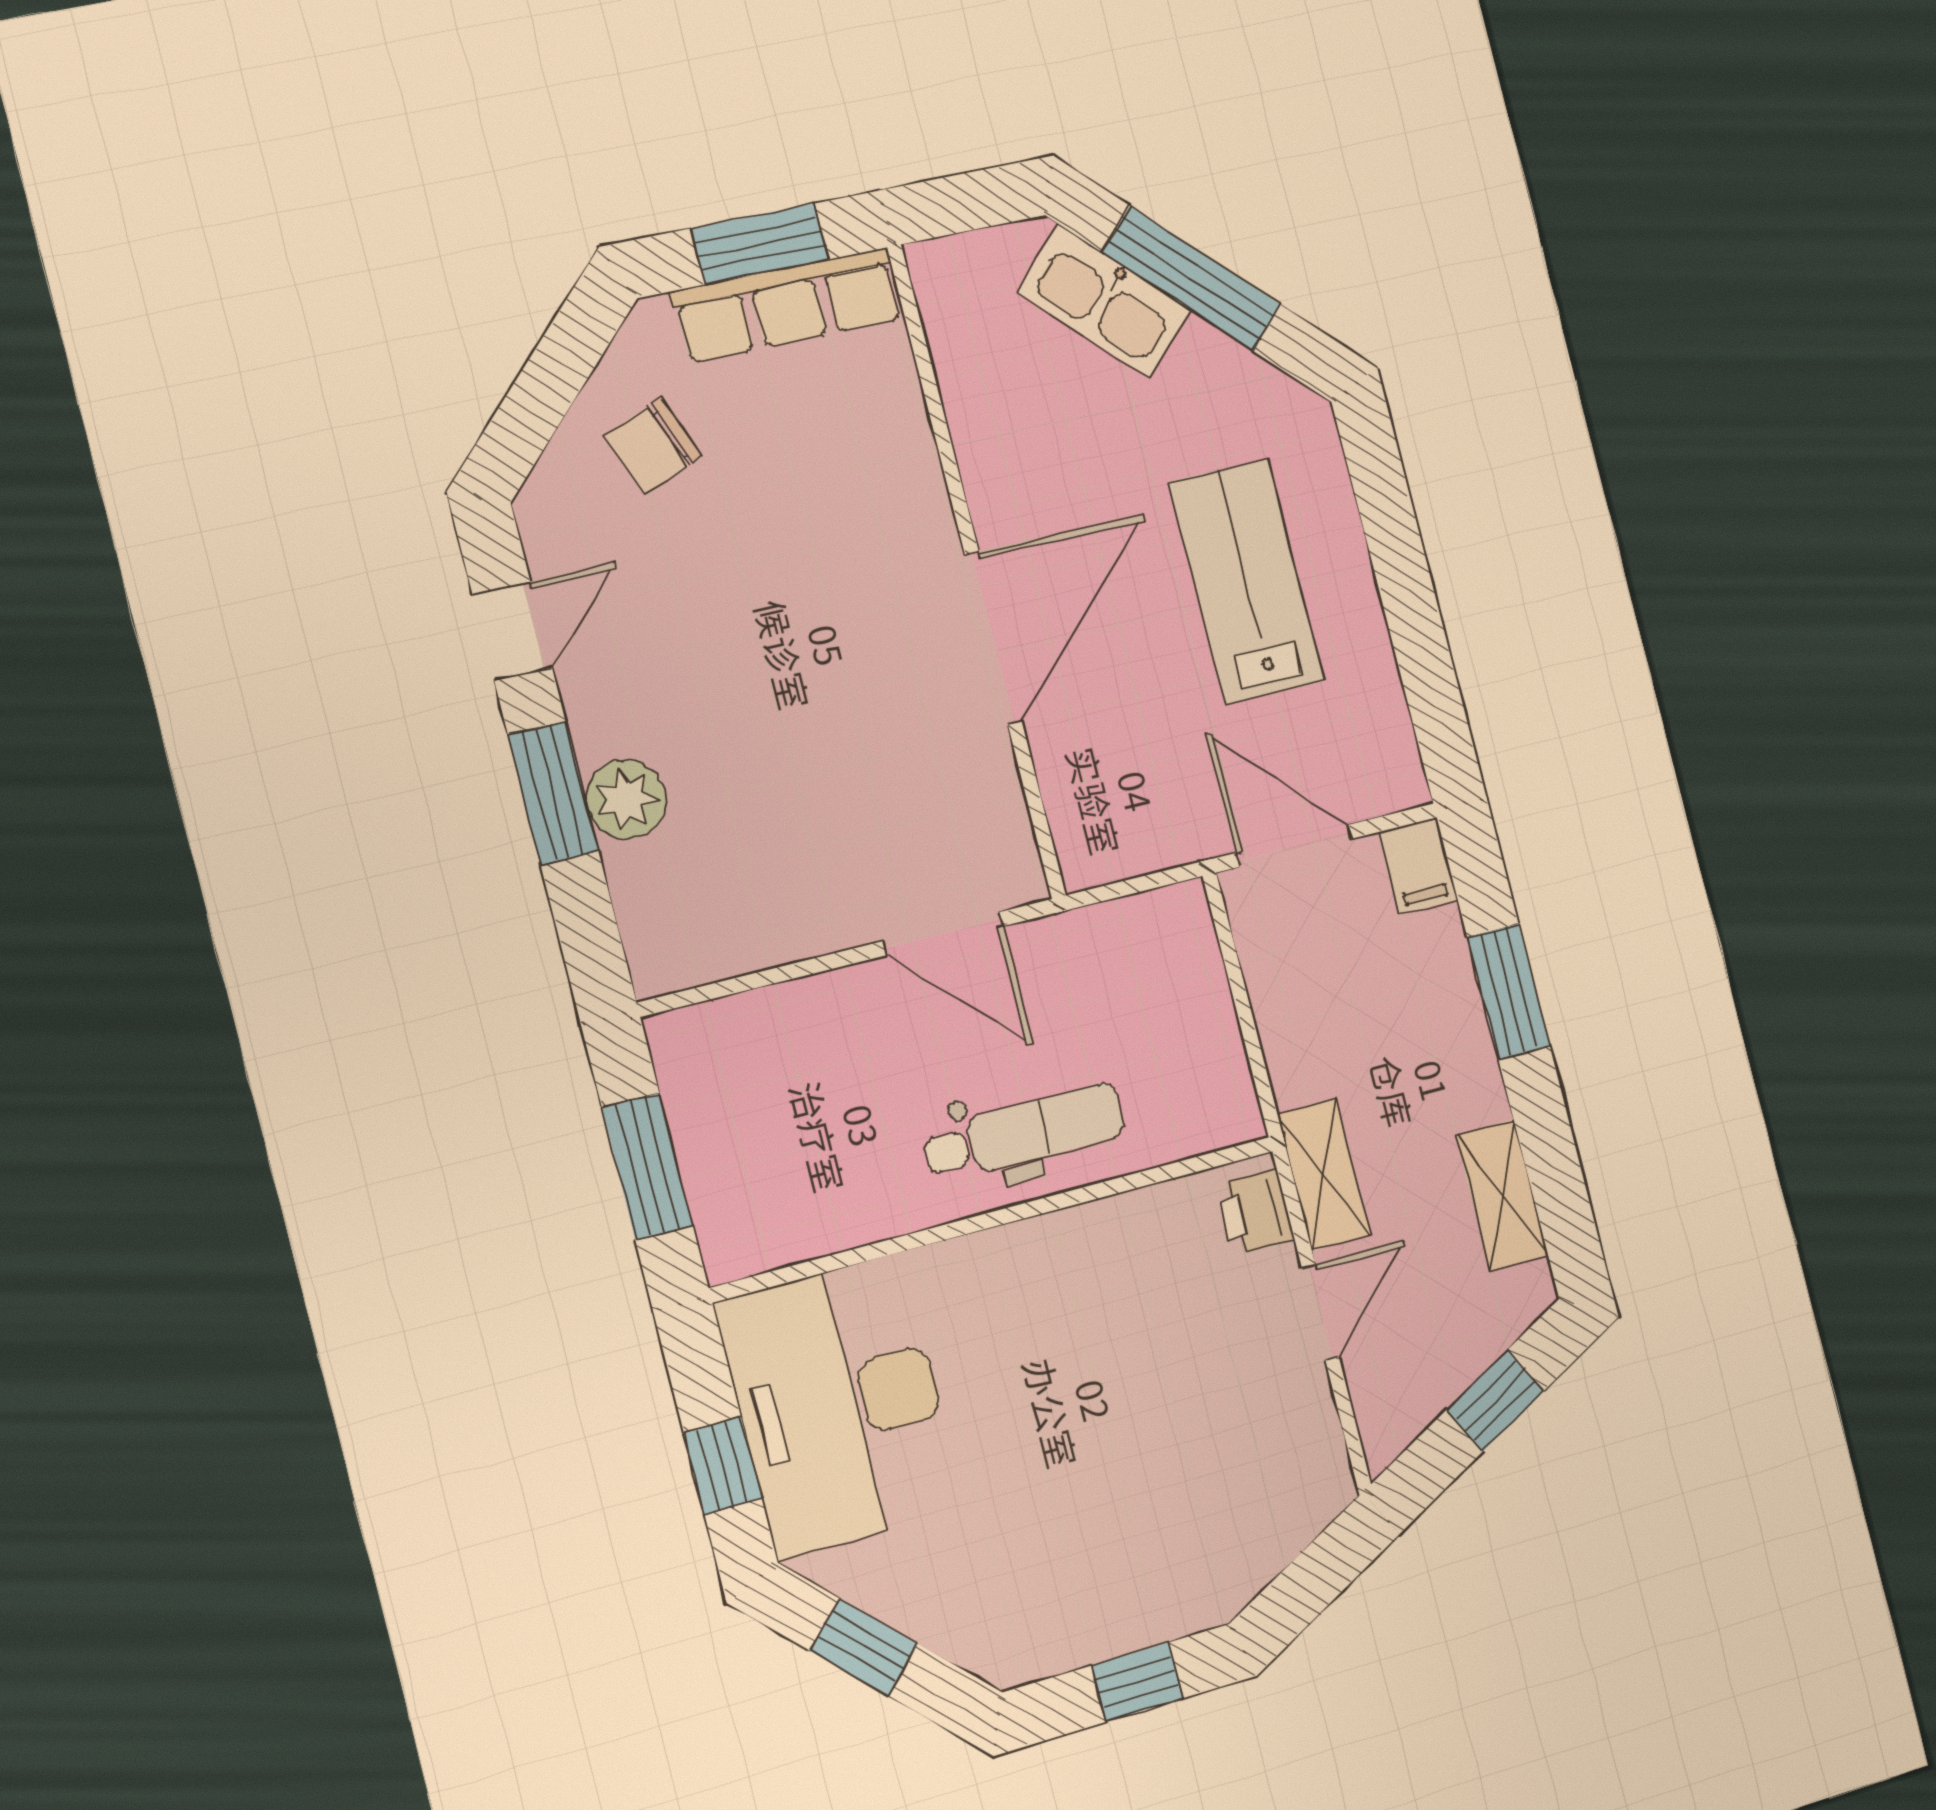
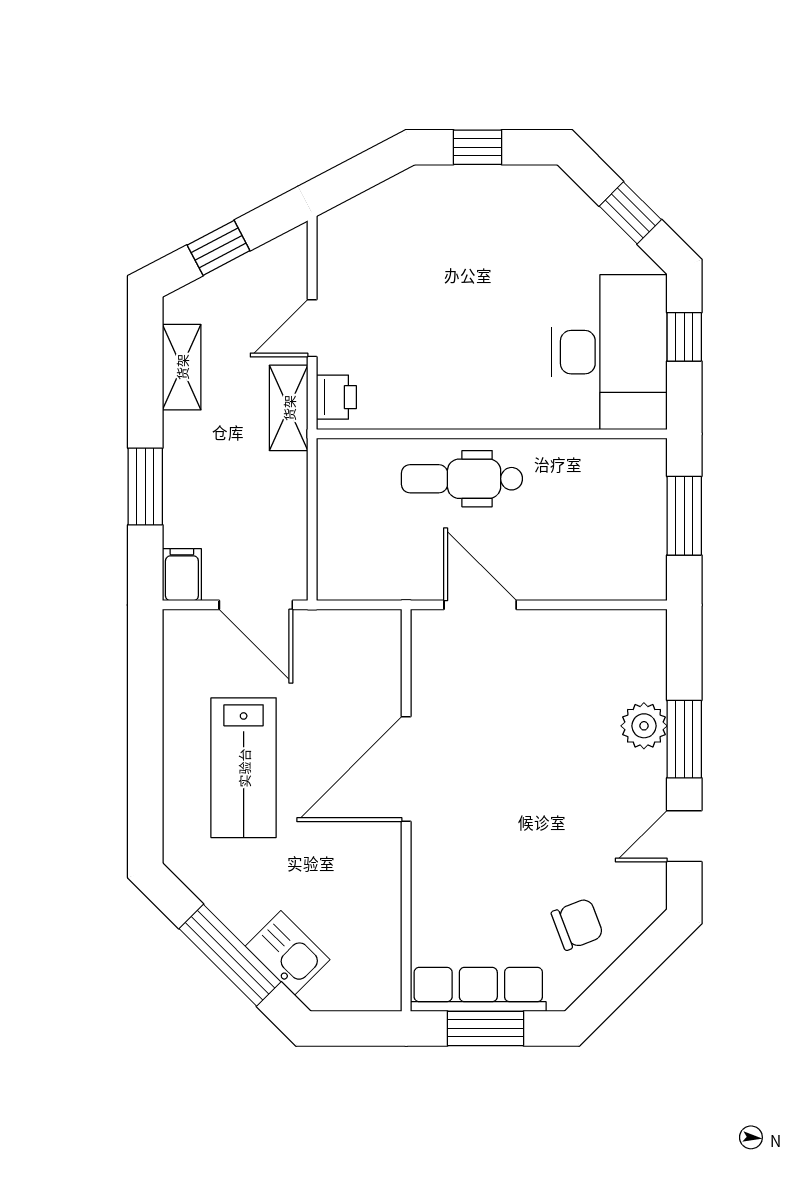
kitchen sink: (1104, 301) -> (288, 953), width x0.73

